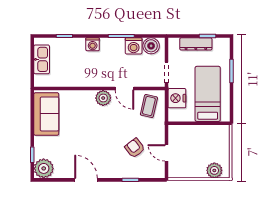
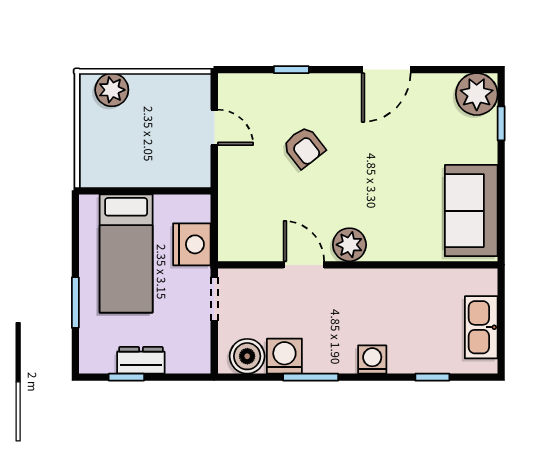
dresser: (196, 44) -> (141, 360), width x0.70
coffee table: (149, 106) -> (252, 228), removed
armchair: (135, 148) -> (304, 147), moved
door: (86, 180) -> (386, 70), hinge flipped

